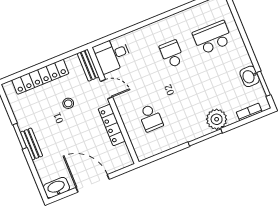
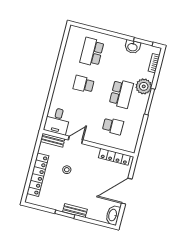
school desk: (191, 101) -> (121, 94), added
locker: (112, 125) -> (114, 157), moved

